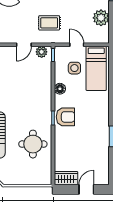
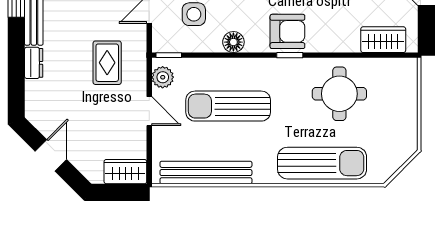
sun lounger: (26, 86) -> (228, 106), added
armchair: (65, 117) -> (287, 31), turned 90
wardrobe: (66, 178) -> (383, 40), moved, turned 90

